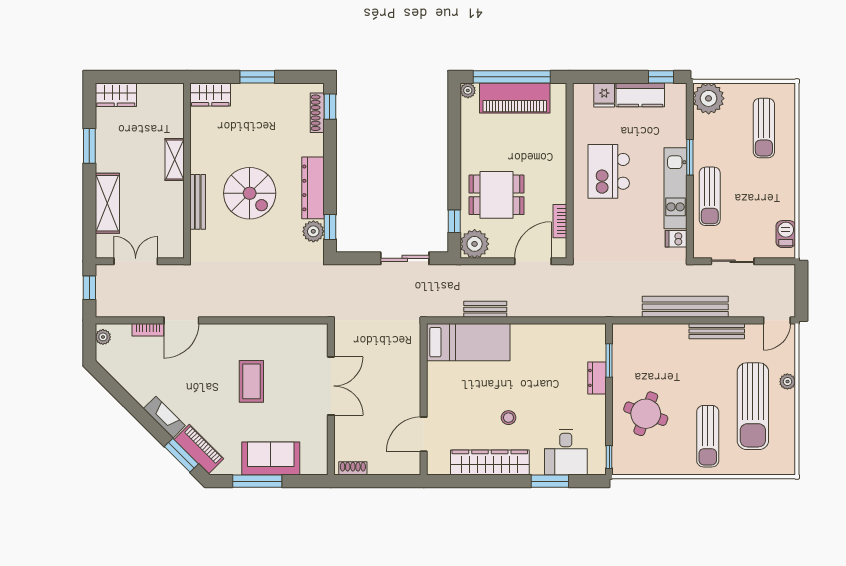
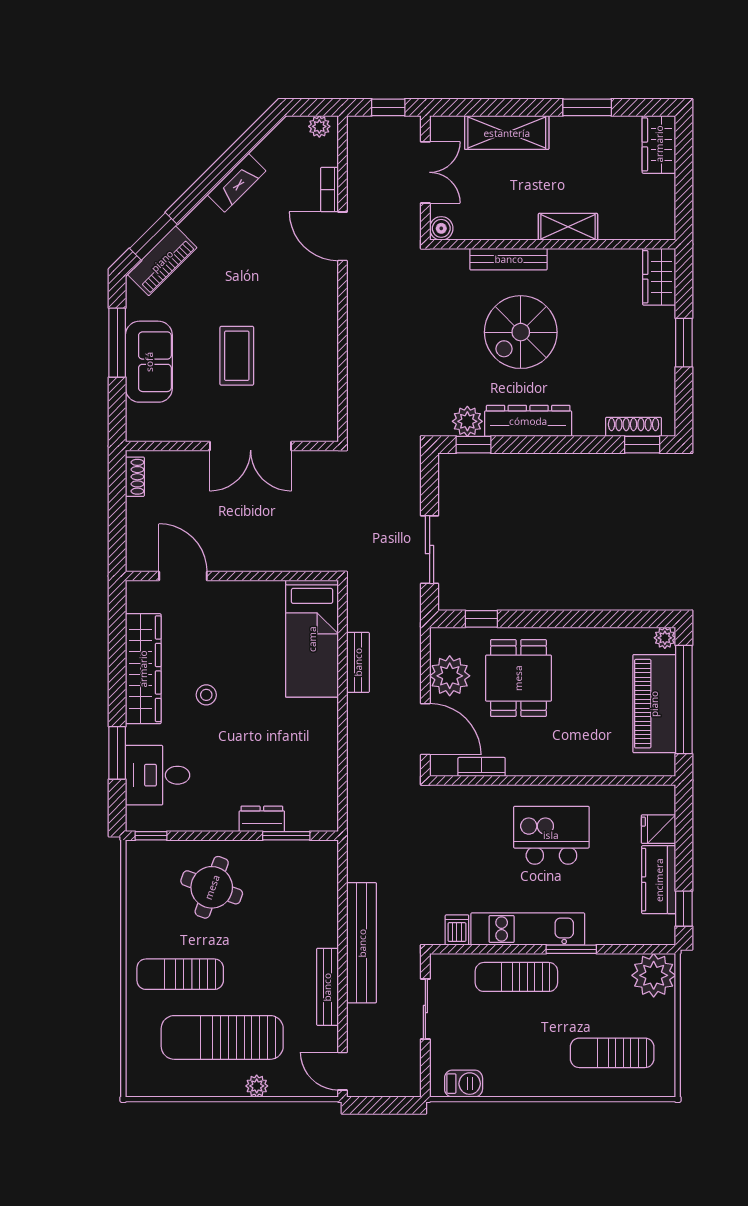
plant: (475, 244) -> (450, 676), moved
boiler: (176, 250) -> (441, 228), added
coffee table: (251, 381) -> (237, 356), moved, turned 90
fireplace: (164, 417) -> (236, 183), moved

